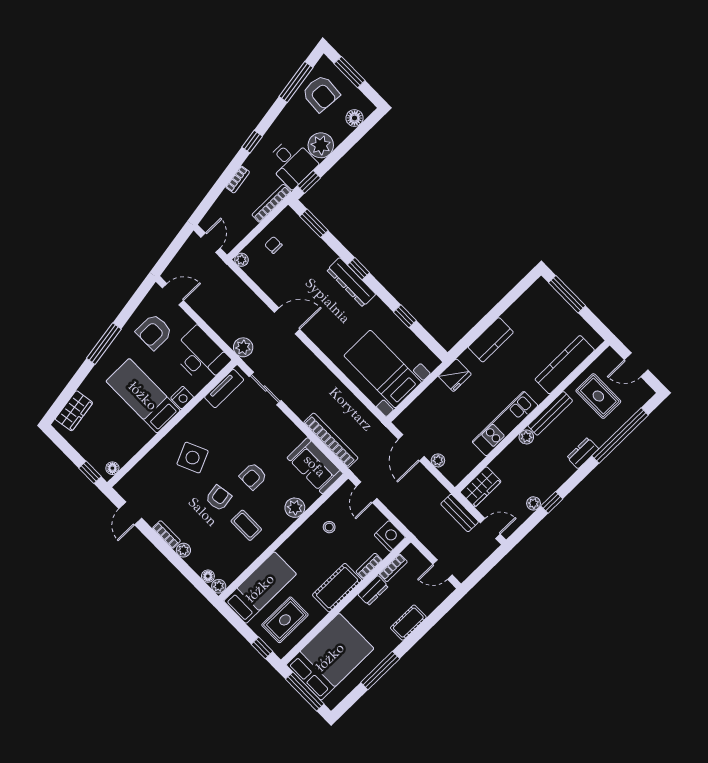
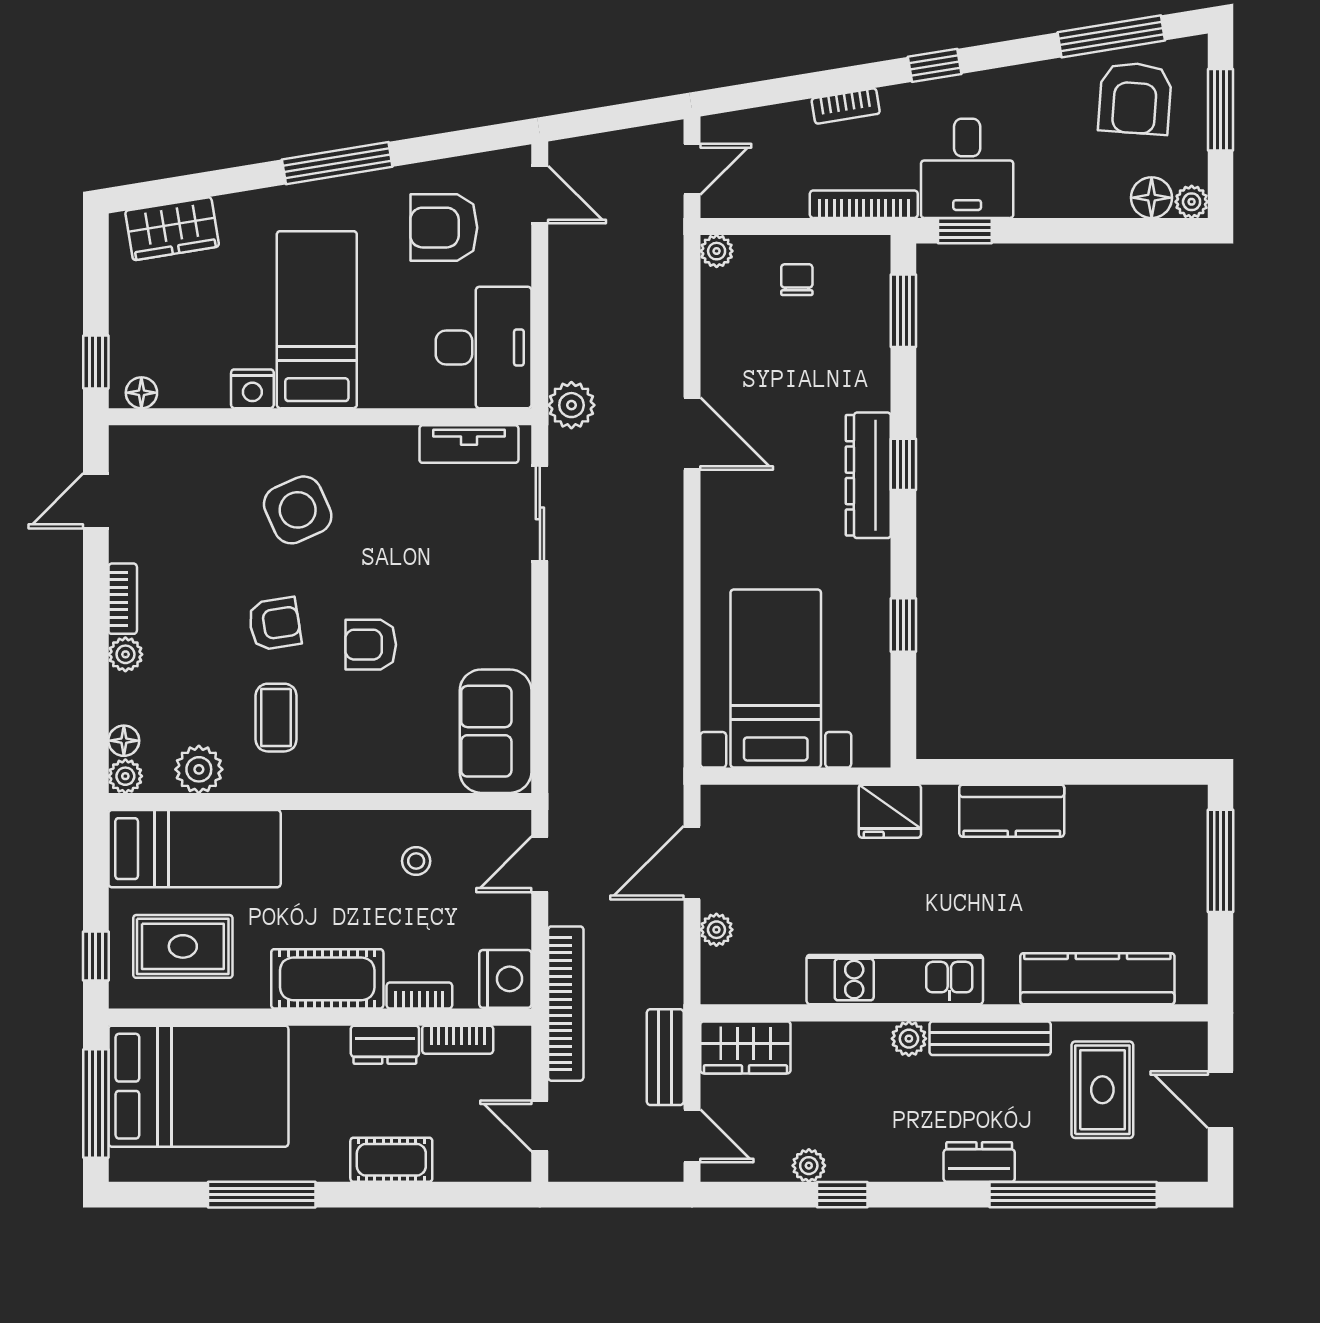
plant: (321, 145) -> (1192, 202), moved, width x0.53, depth x0.53
nightstand: (182, 398) -> (252, 389), moved
bookcase: (331, 440) -> (566, 1004), moved
plant: (295, 508) -> (199, 769), moved

